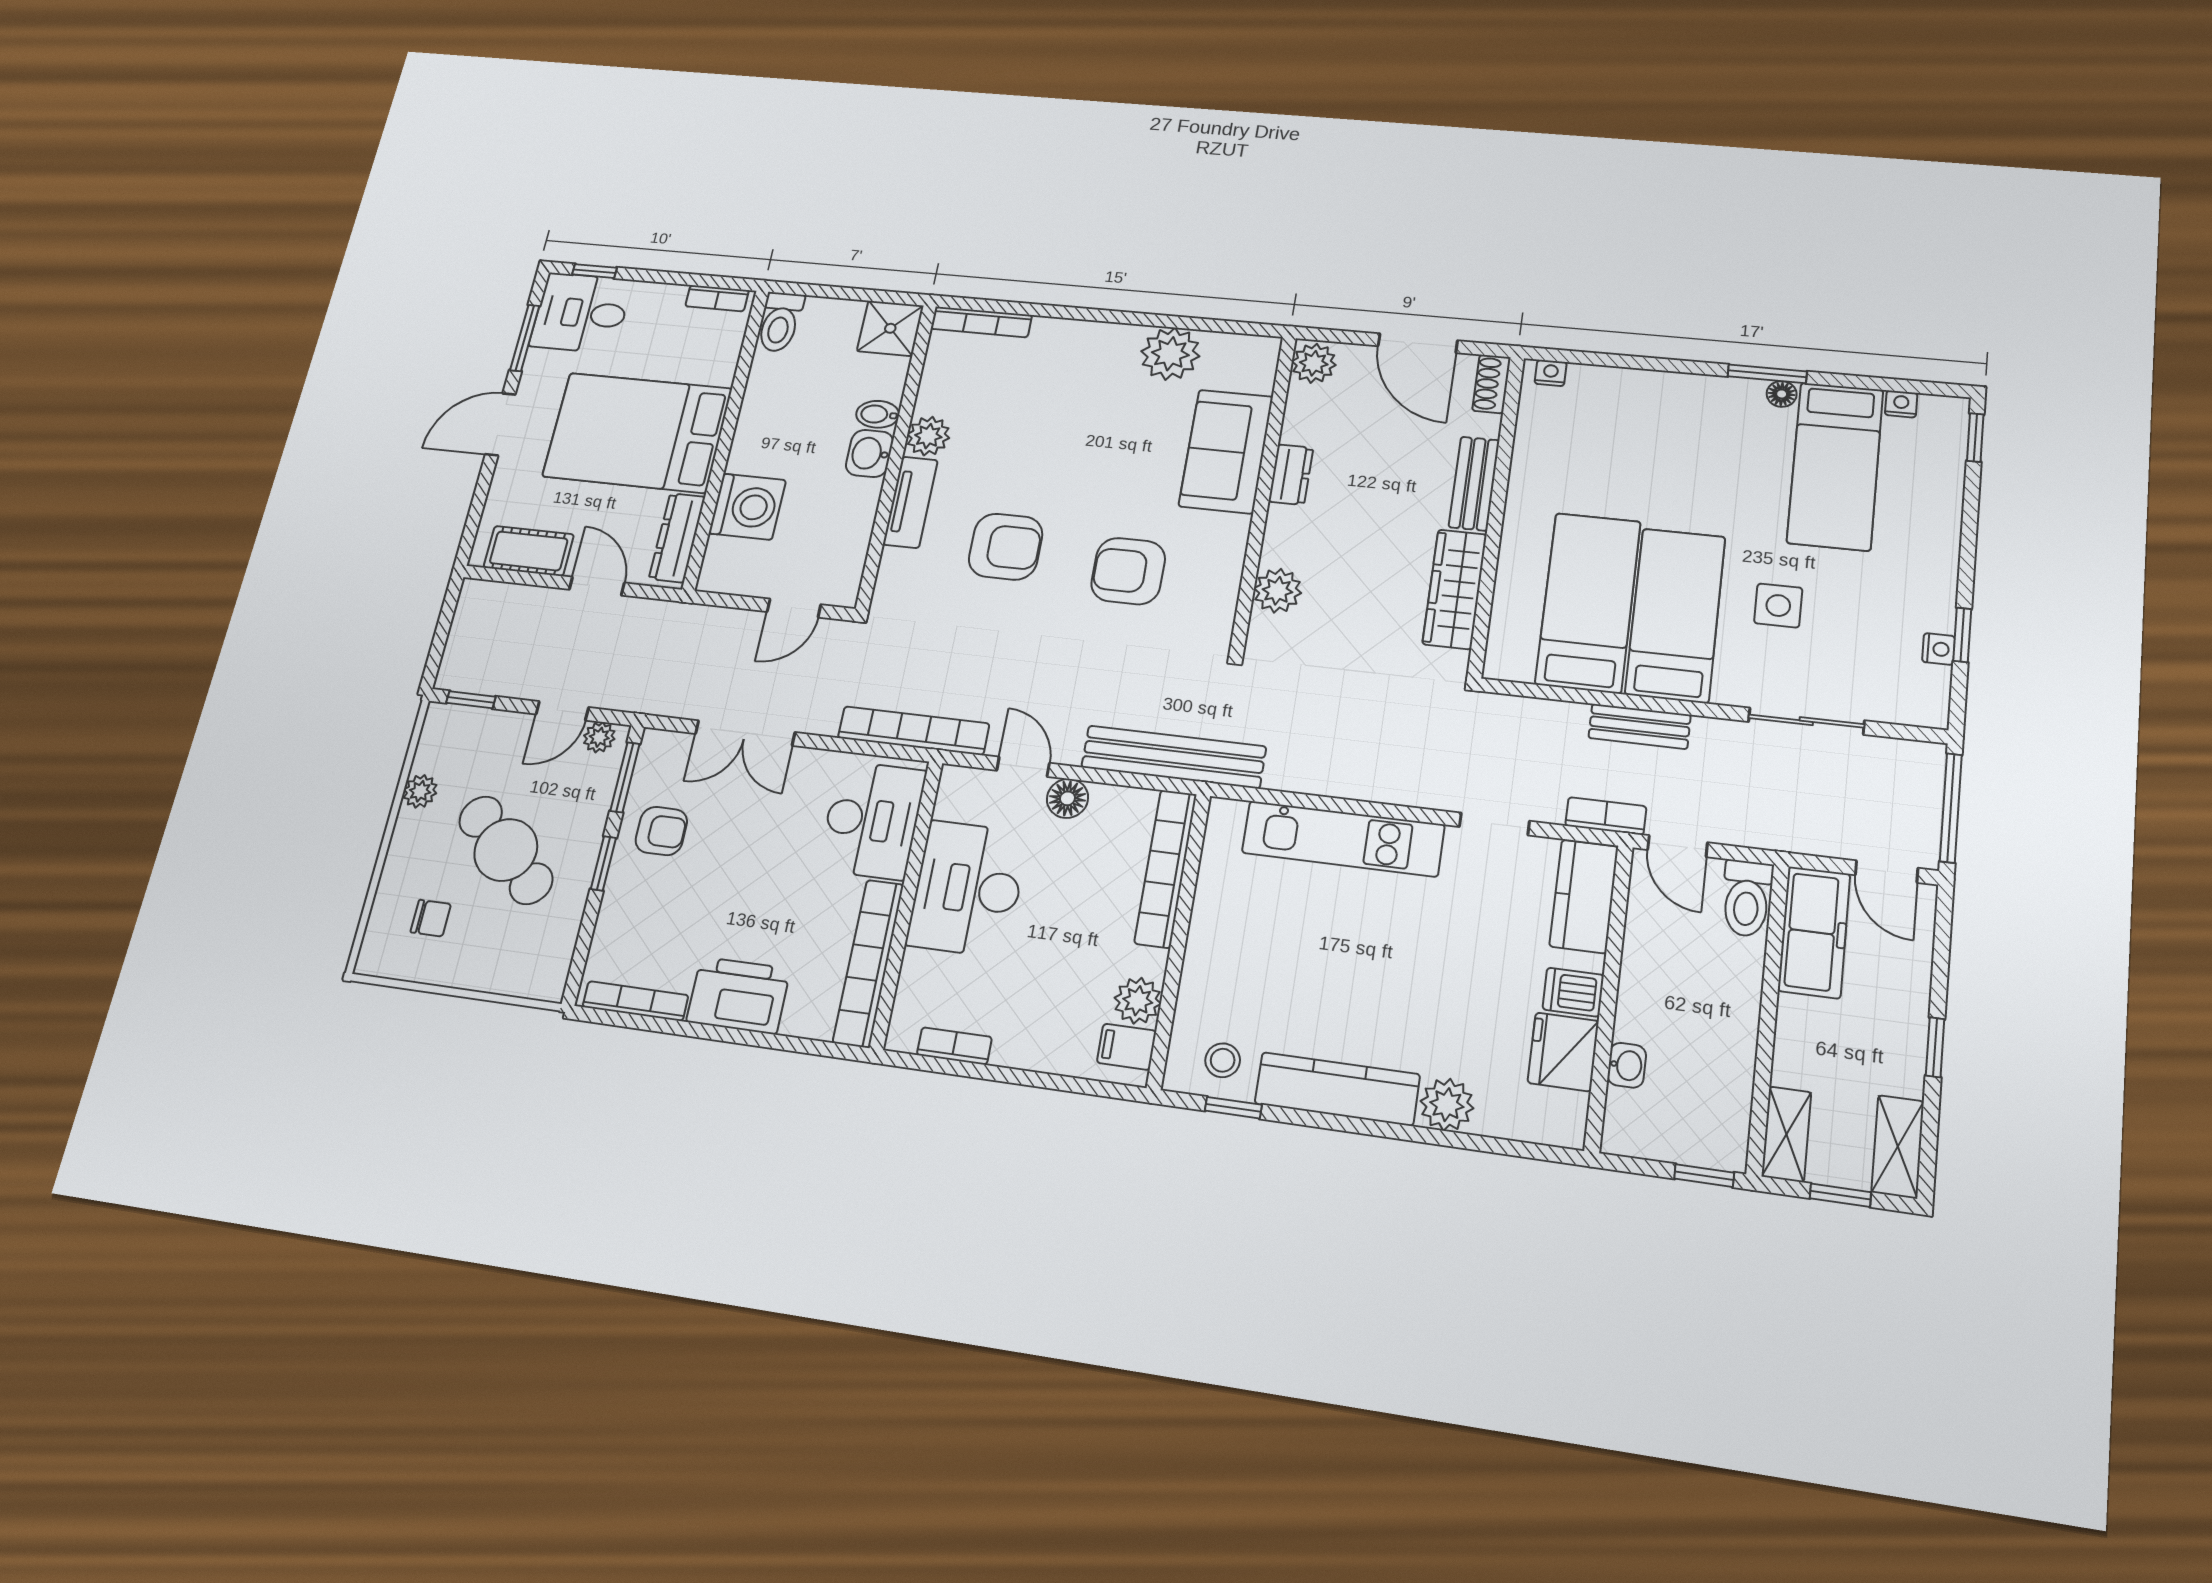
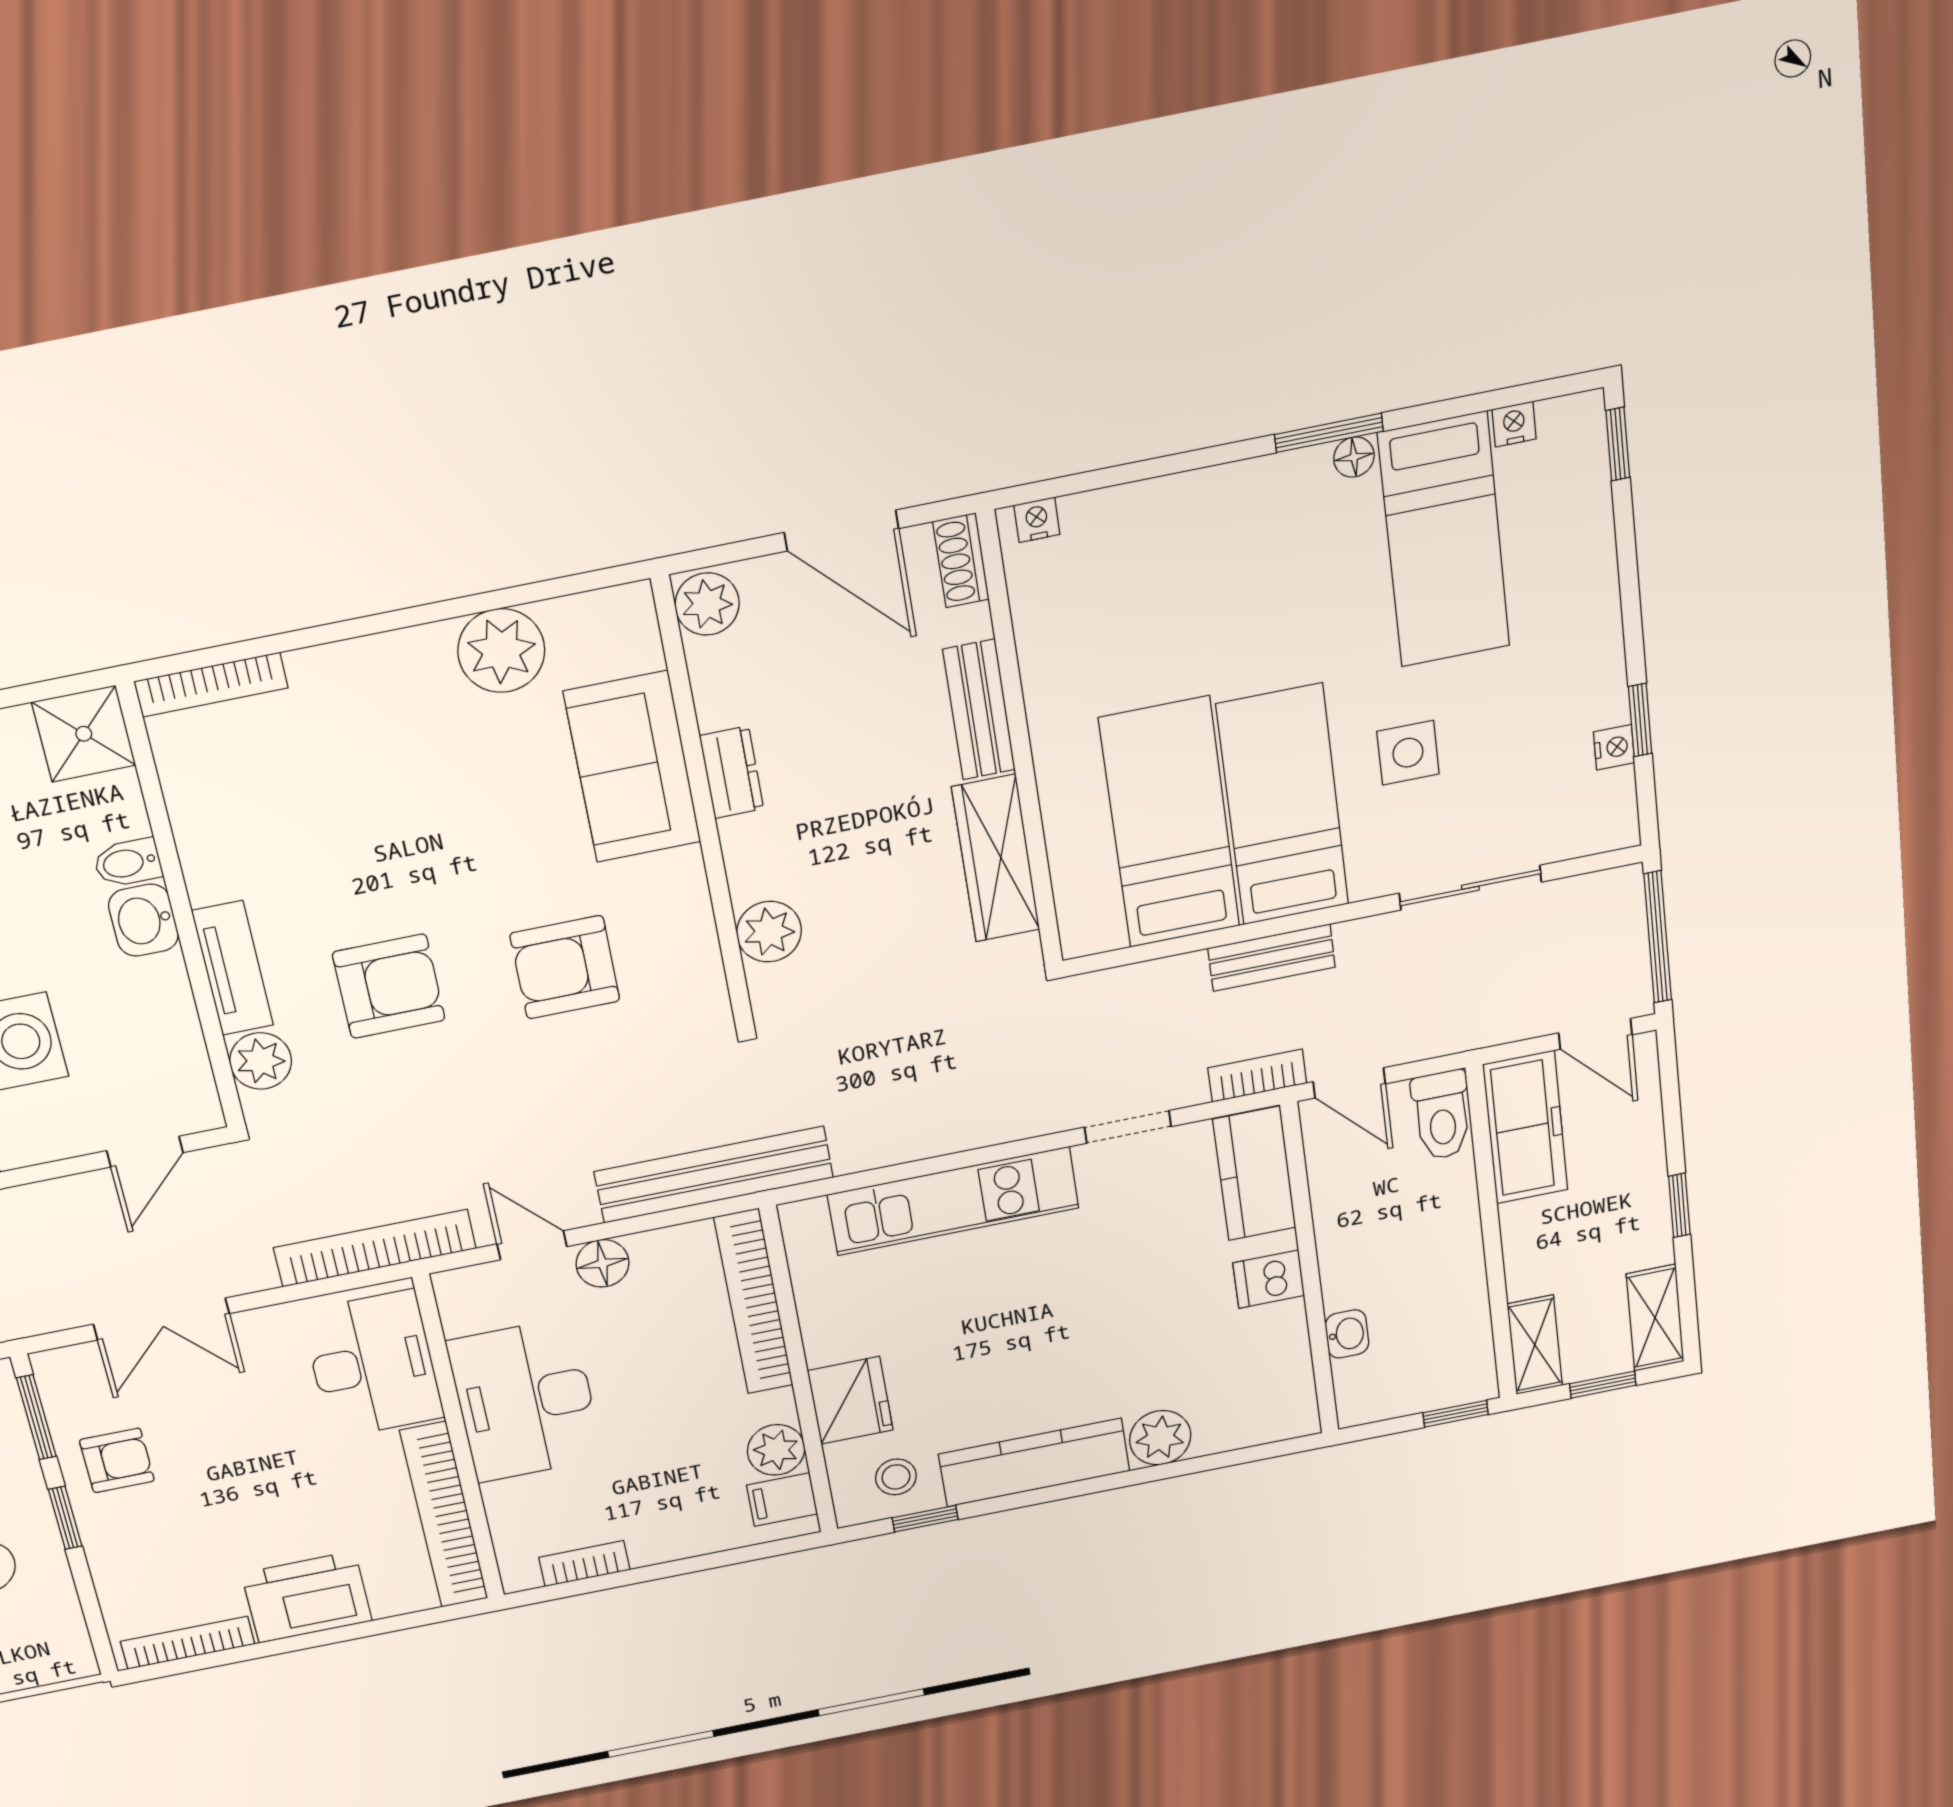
plant: (928, 436) -> (261, 1061), moved
fridge: (1563, 1052) -> (850, 1400), moved, turned 180

